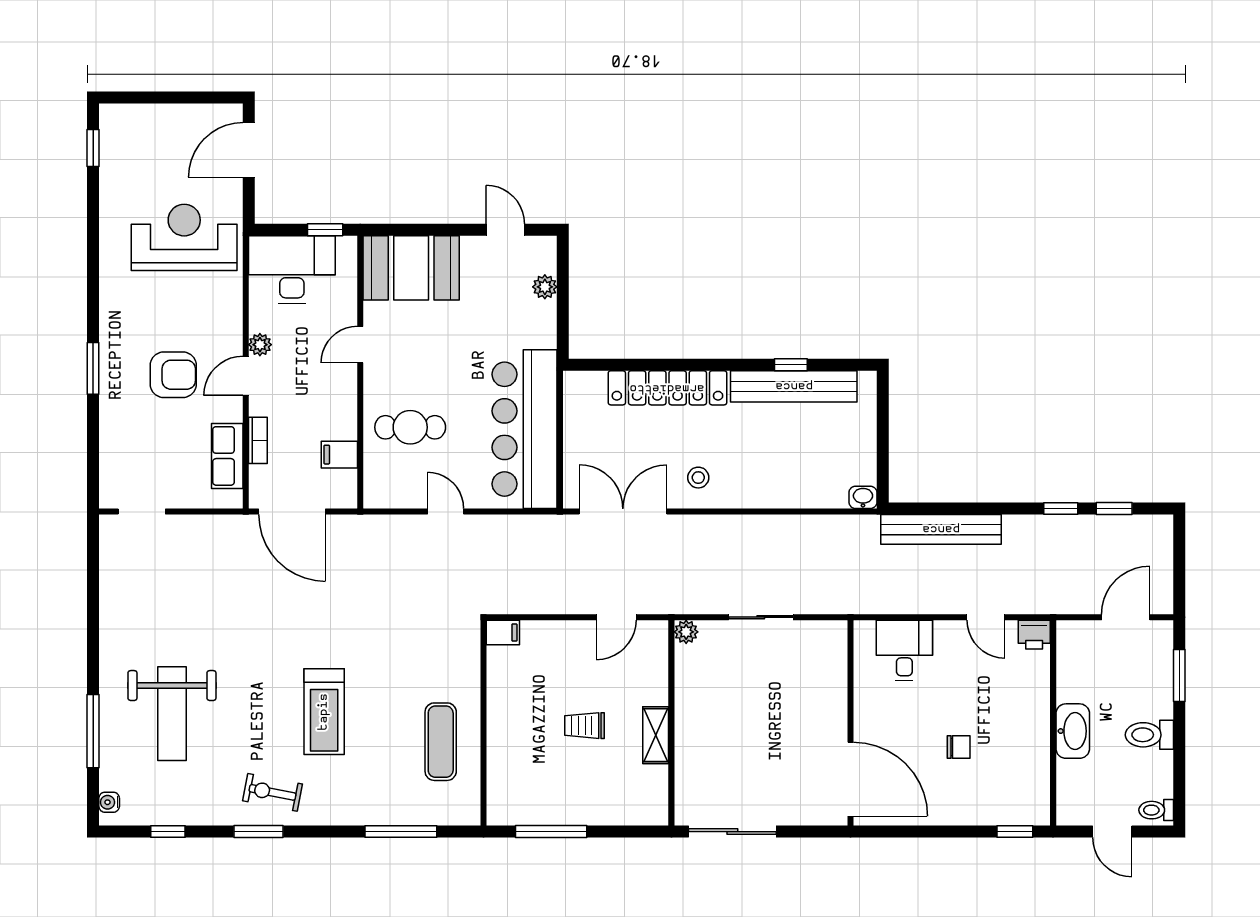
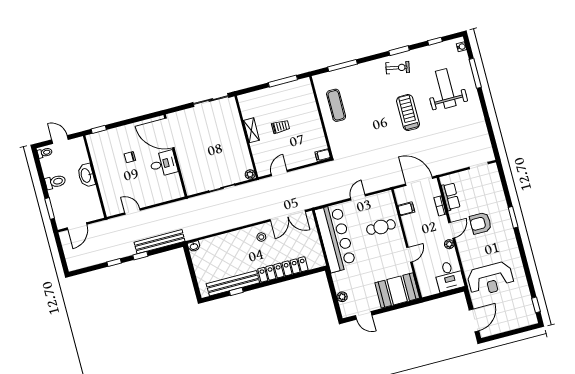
window: (325, 230) -> (435, 297), removed
desk: (292, 270) -> (449, 276), width x0.73
window: (1114, 509) -> (140, 256), moved
door: (446, 512) -> (358, 197), swing flipped
printer: (1034, 635) -> (112, 210), removed
desk: (904, 650) -> (163, 164), moved, turned -90
treadmill: (324, 712) -> (408, 113), moved

